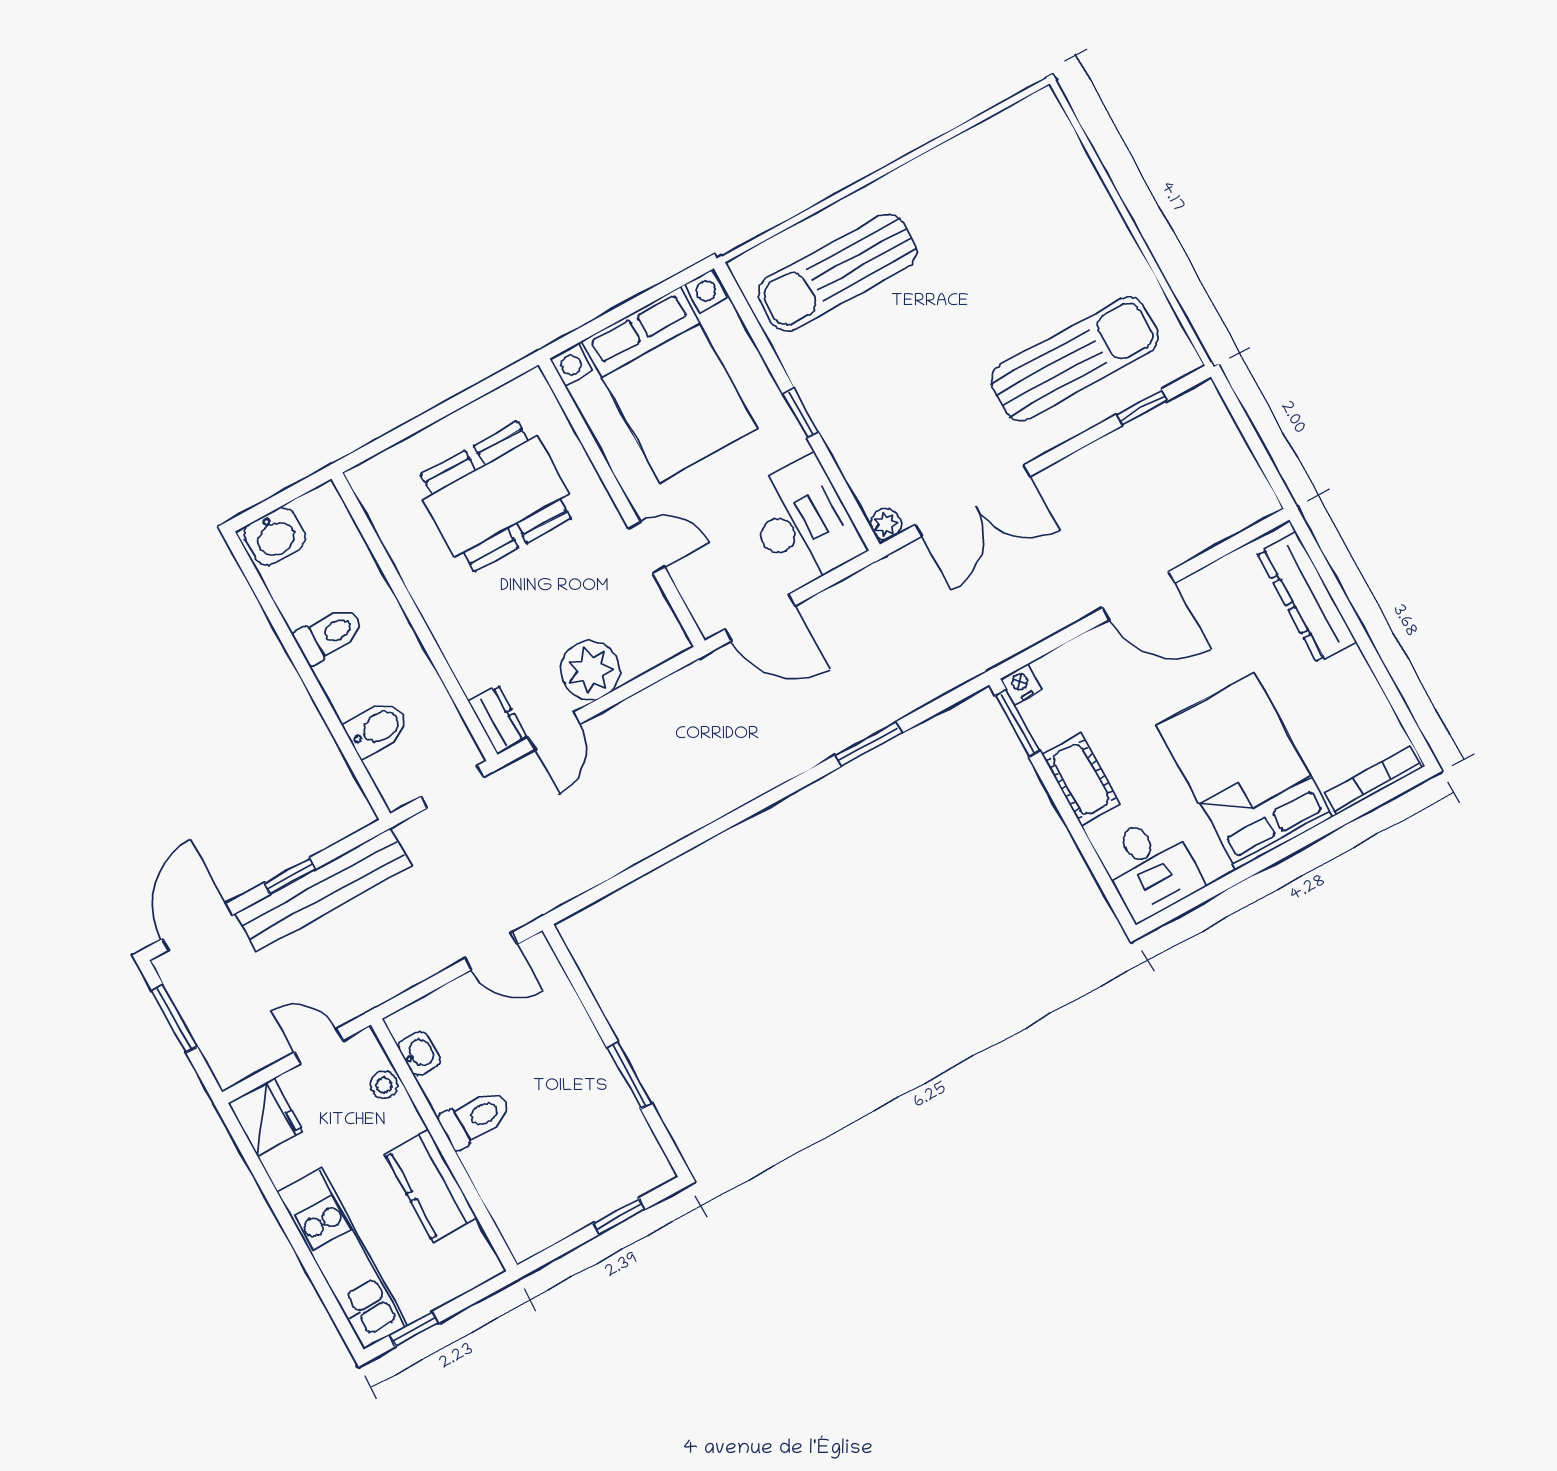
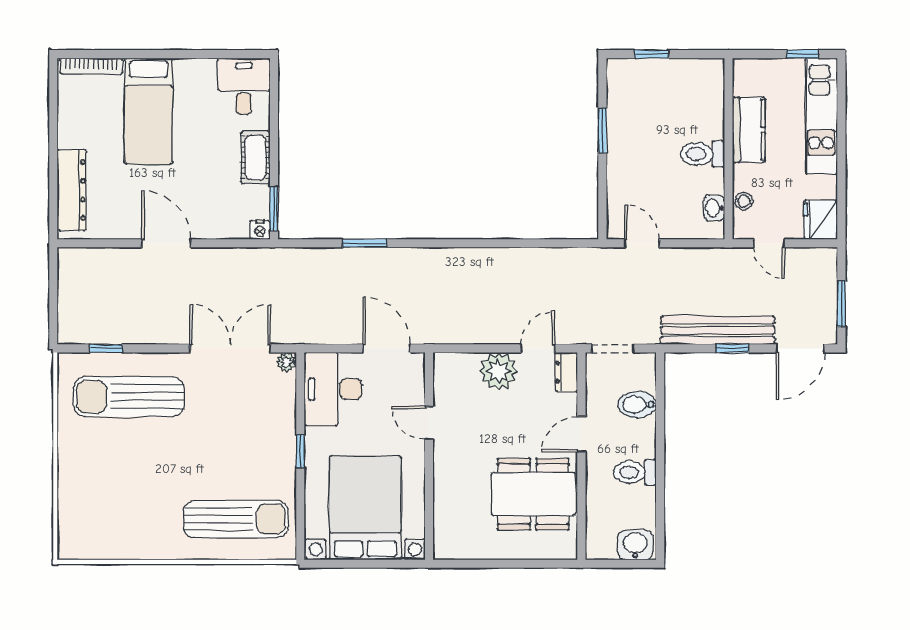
dining table: (496, 497) -> (533, 494), moved
door: (431, 646) -> (581, 434), added
bed: (1245, 771) -> (149, 111), width x0.67

